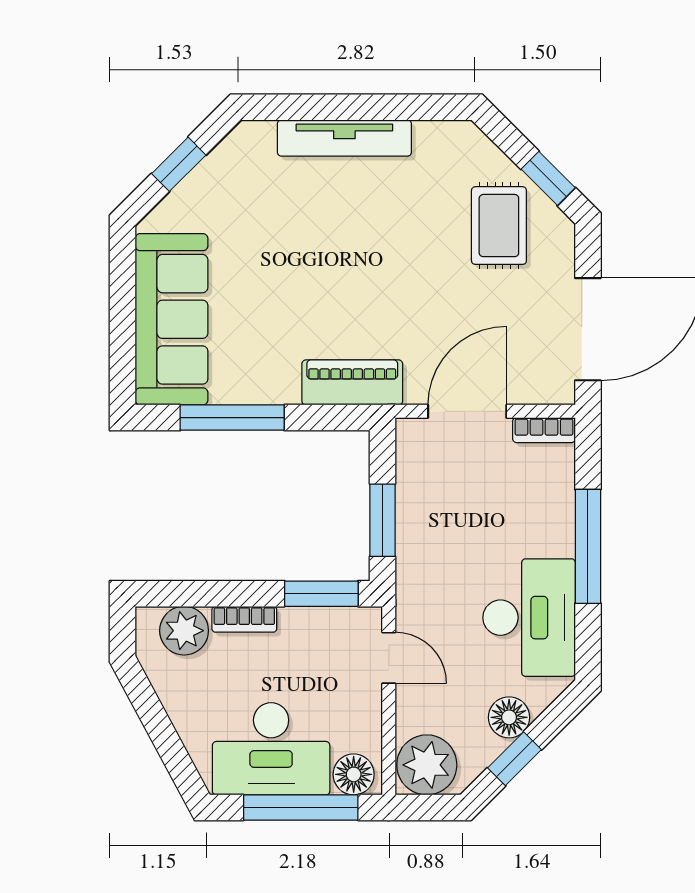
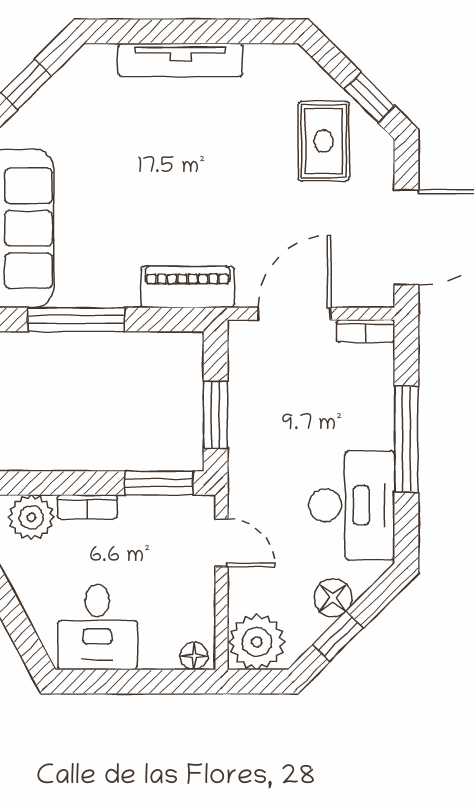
desk: (271, 749) -> (97, 627), width x0.73
floor lamp: (354, 774) -> (194, 656), width x0.73, depth x0.73
window: (301, 808) -> (140, 682), removed

